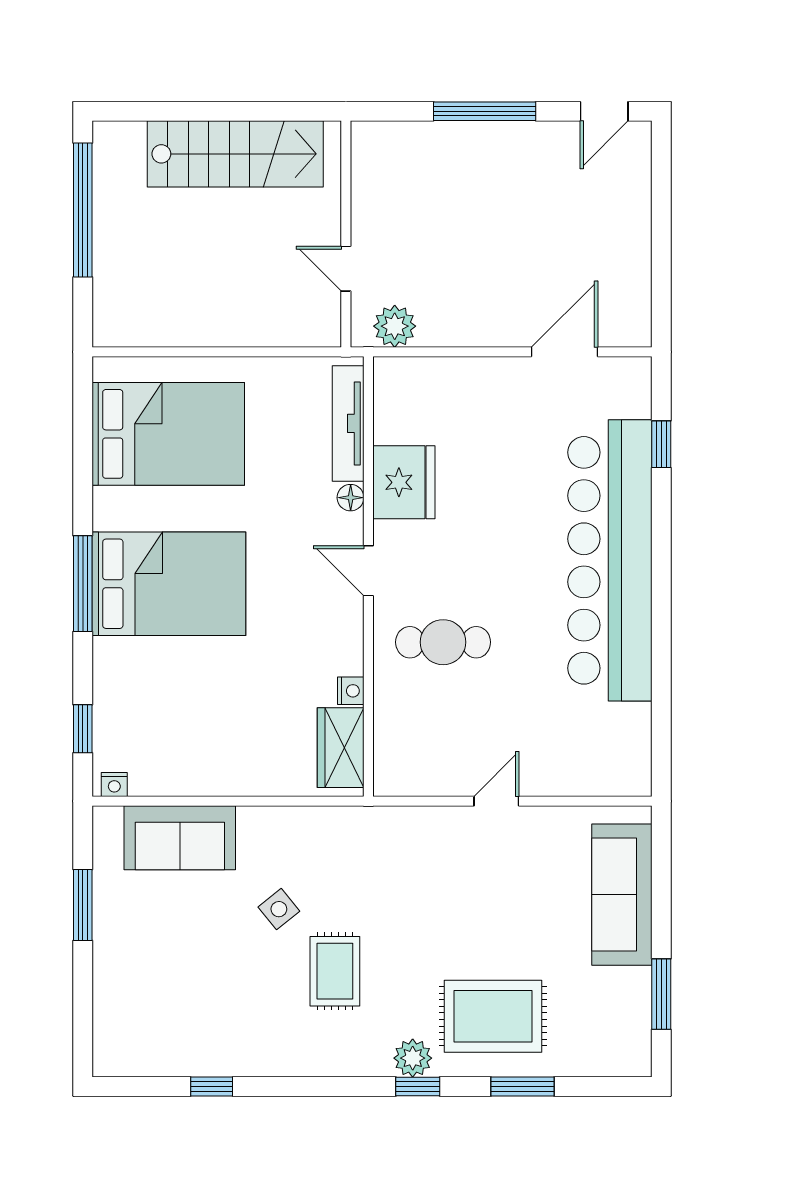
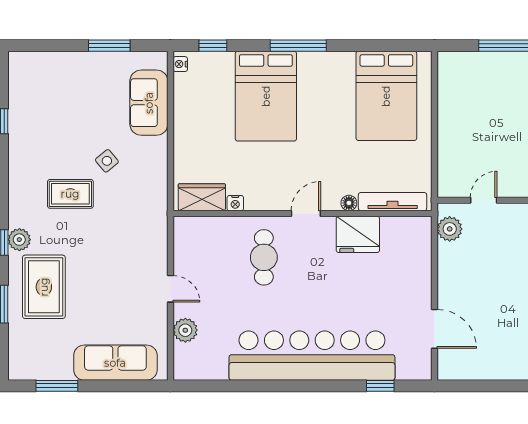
bed: (169, 584) -> (266, 96), moved
plant: (567, 776) -> (185, 330), added

